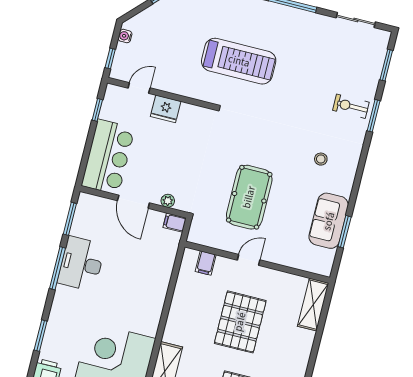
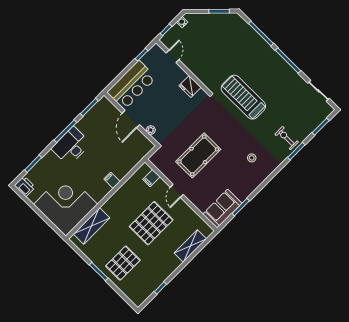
treadmill: (239, 61) -> (243, 97), moved, turned 180
door: (139, 88) -> (173, 56), hinge flipped
fridge: (166, 109) -> (190, 86), moved
sofa: (329, 221) -> (222, 209), moved
filing cabinet: (175, 223) -> (112, 180), moved
door: (249, 260) -> (177, 191), swing flipped
desk: (81, 264) -> (71, 146), moved
shelving: (313, 305) -> (190, 246), moved

